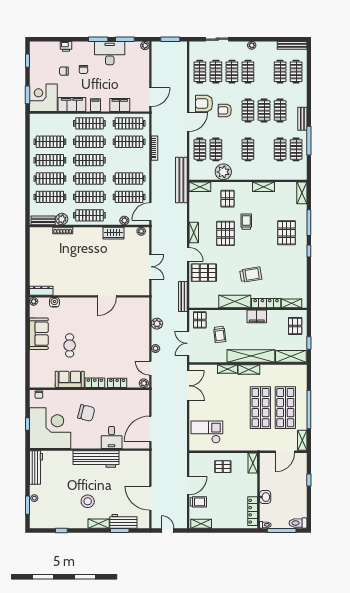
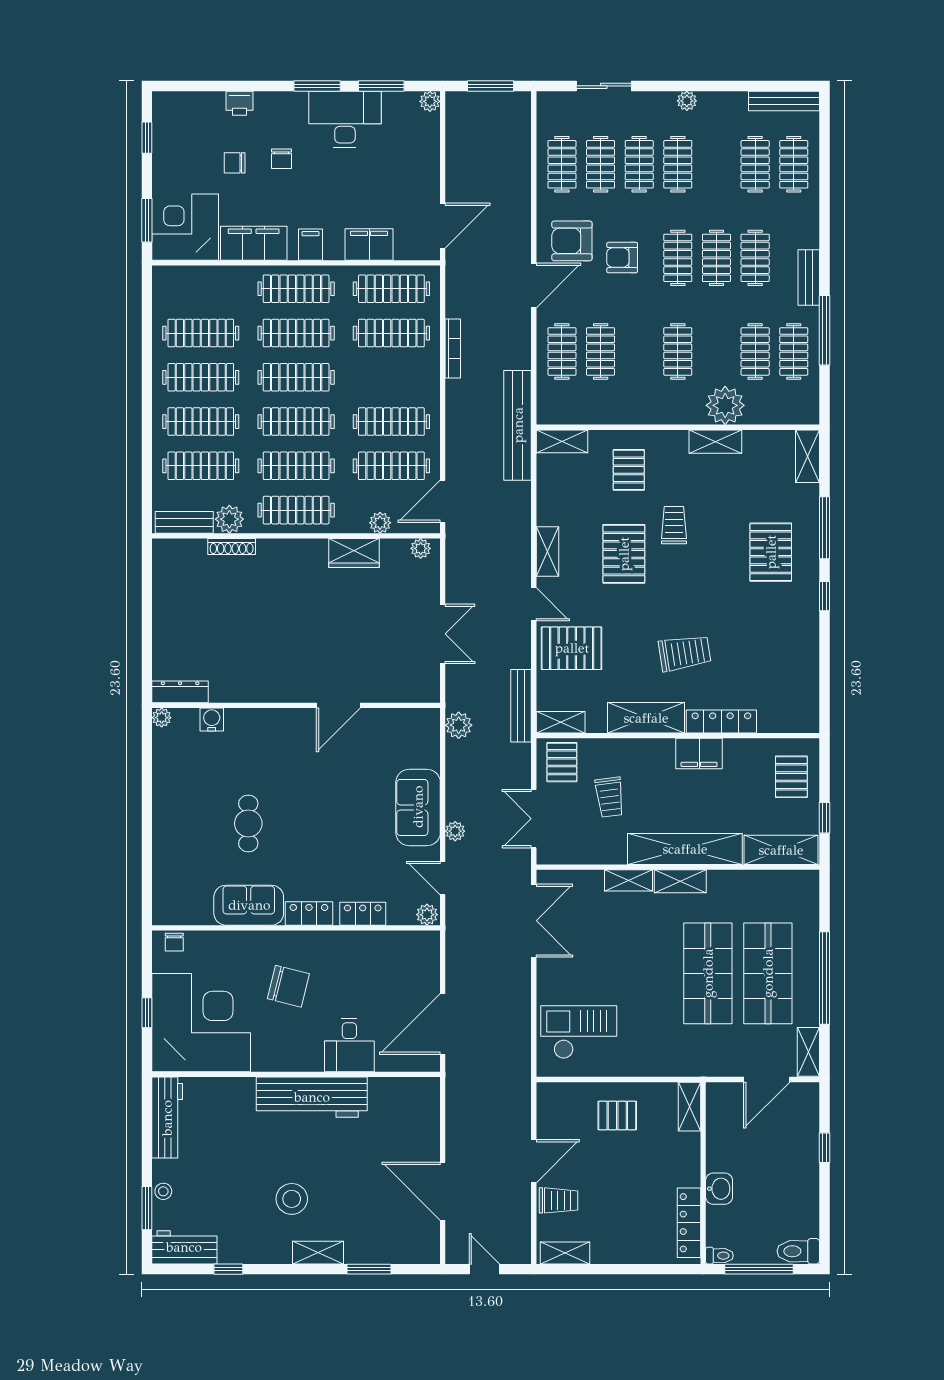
plant: (223, 172) -> (725, 405), moved
shelving: (292, 303) -> (561, 722), moved
plant: (157, 324) -> (459, 725), moved
sofa: (39, 334) -> (418, 807), moved, turned 180
workbench: (123, 521) -> (184, 1247), moved

